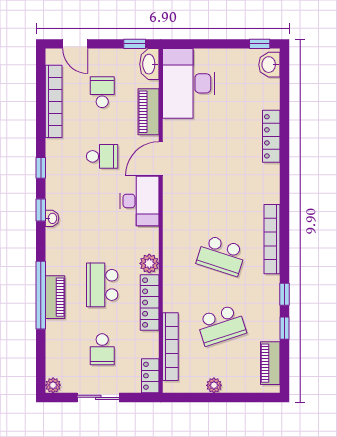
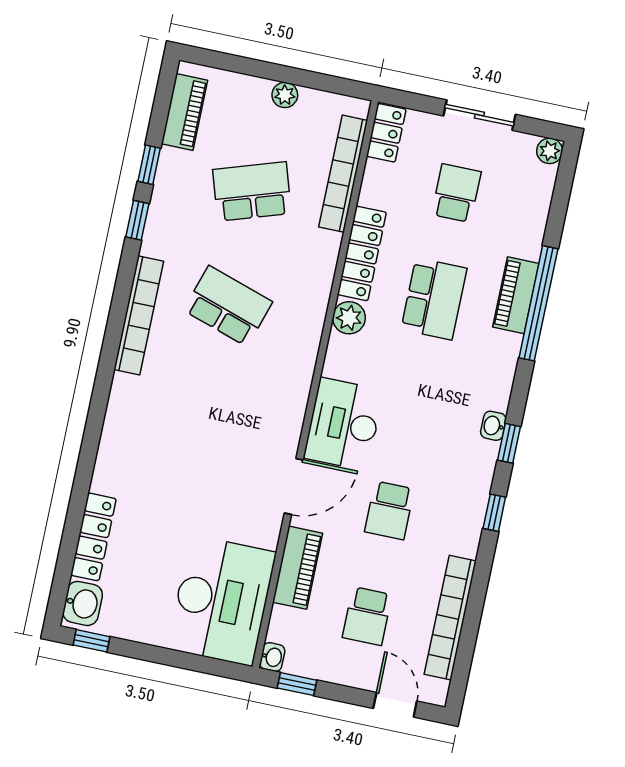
washbasin: (149, 64) -> (272, 657), width x0.52, depth x0.69
locker: (271, 136) -> (93, 537), moved
school desk: (102, 156) -> (389, 510), turned -90

